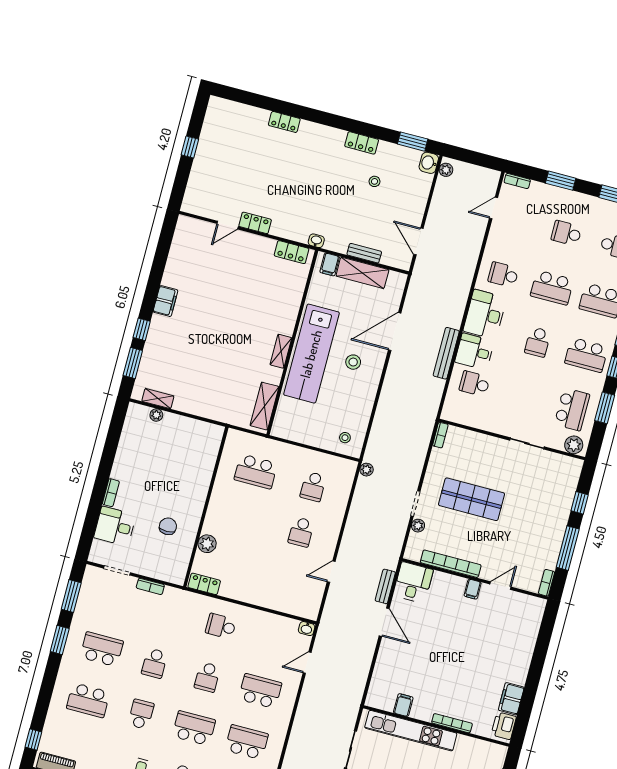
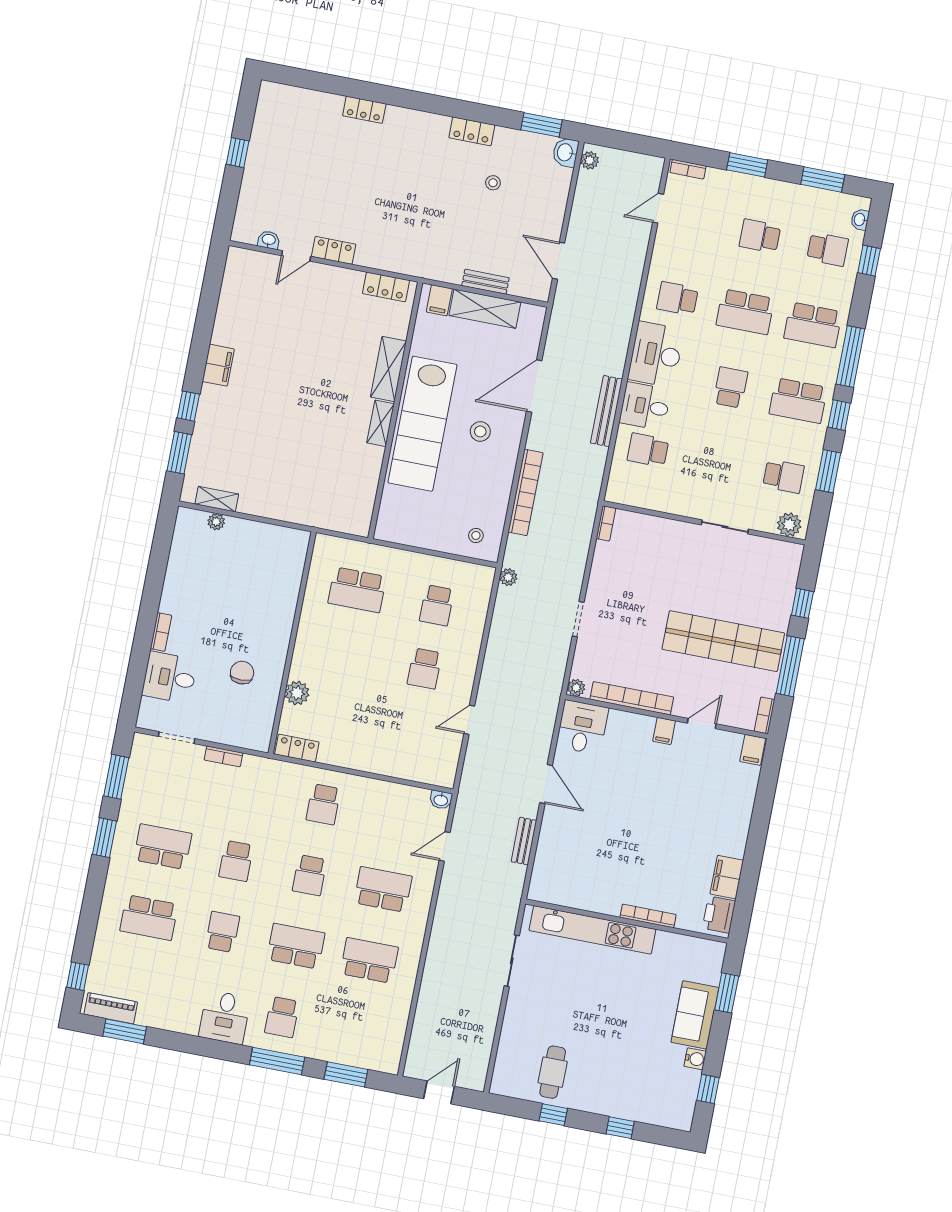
washbasin: (316, 241) -> (269, 240), moved
school desk: (538, 342) -> (730, 387), turned 180
shelving: (264, 406) -> (388, 369), moved
bookcase: (383, 409) -> (526, 492), added
school desk: (572, 409) -> (783, 476), width x0.54
shop shelf: (472, 499) -> (723, 641), moved, width x1.40
plant: (418, 526) -> (576, 688), moved
bench: (385, 586) -> (524, 841), moved
school desk: (221, 626) -> (323, 804), turned -90
filing cabinet: (403, 705) -> (753, 750), moved, turned 180

